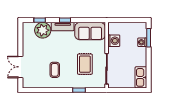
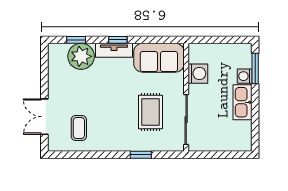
coffee table: (55, 70) -> (79, 128), moved
kitchen sink: (141, 77) -> (242, 102), moved

